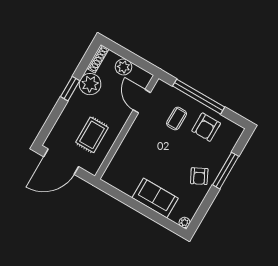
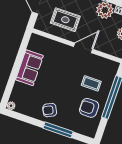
door: (142, 101) -> (83, 48), moved
sofa: (155, 198) -> (29, 68), moved

